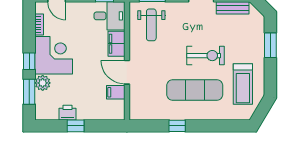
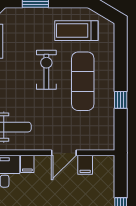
filing cabinet: (116, 44) -> (27, 164), width x0.50
treadmill: (243, 84) -> (76, 31), turned 180

